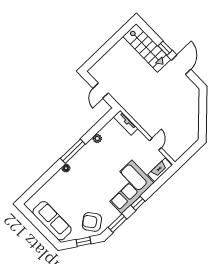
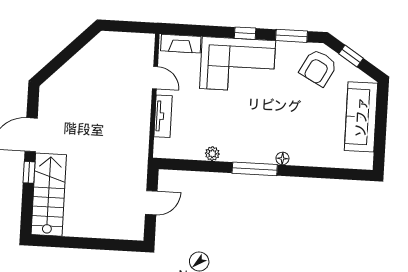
tv unit: (126, 123) -> (163, 116), moved
door: (155, 144) -> (155, 78), swing flipped
armchair: (92, 222) -> (318, 68), turned 65

